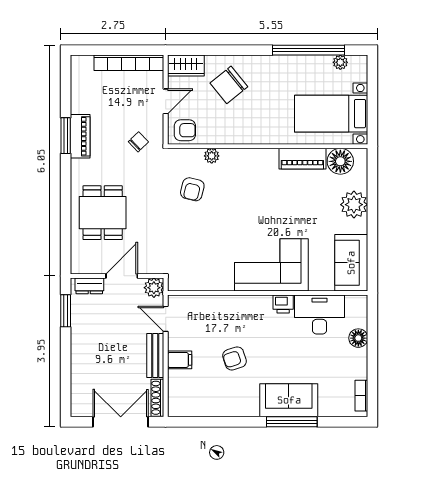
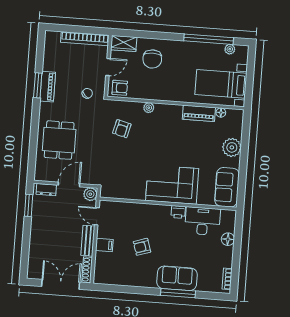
chair: (229, 85) -> (152, 59), turned -51
plant: (212, 156) -> (149, 108), moved
floor lamp: (340, 161) -> (221, 113), width x0.53, depth x0.53

